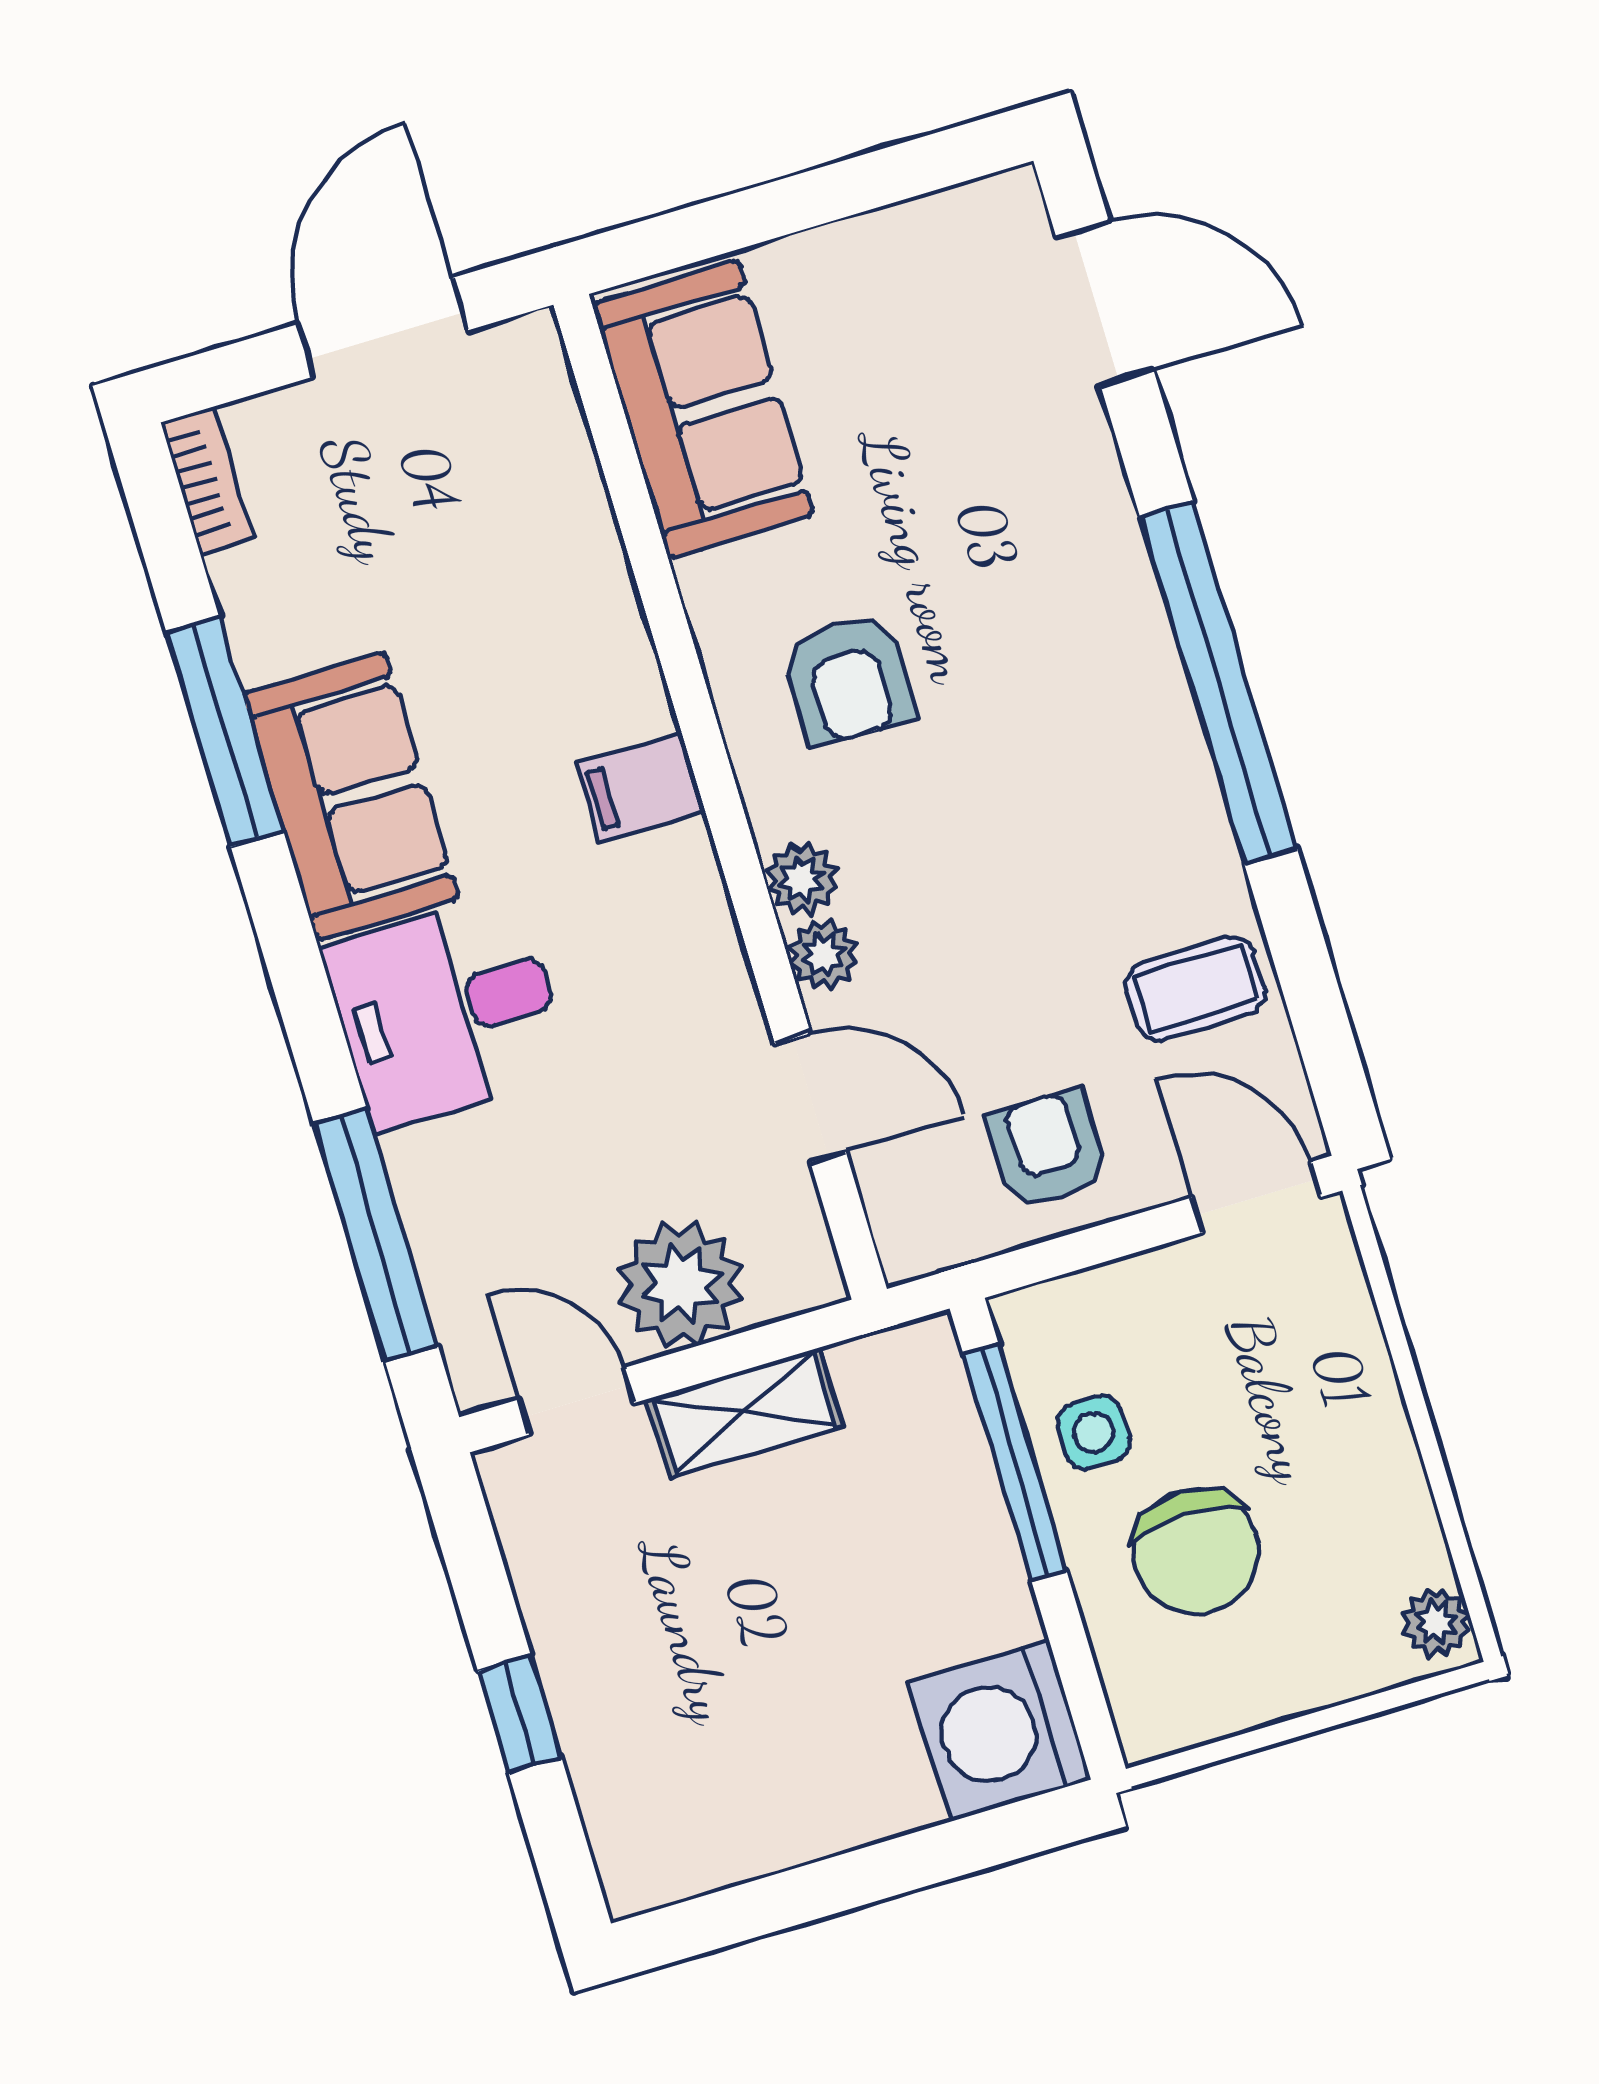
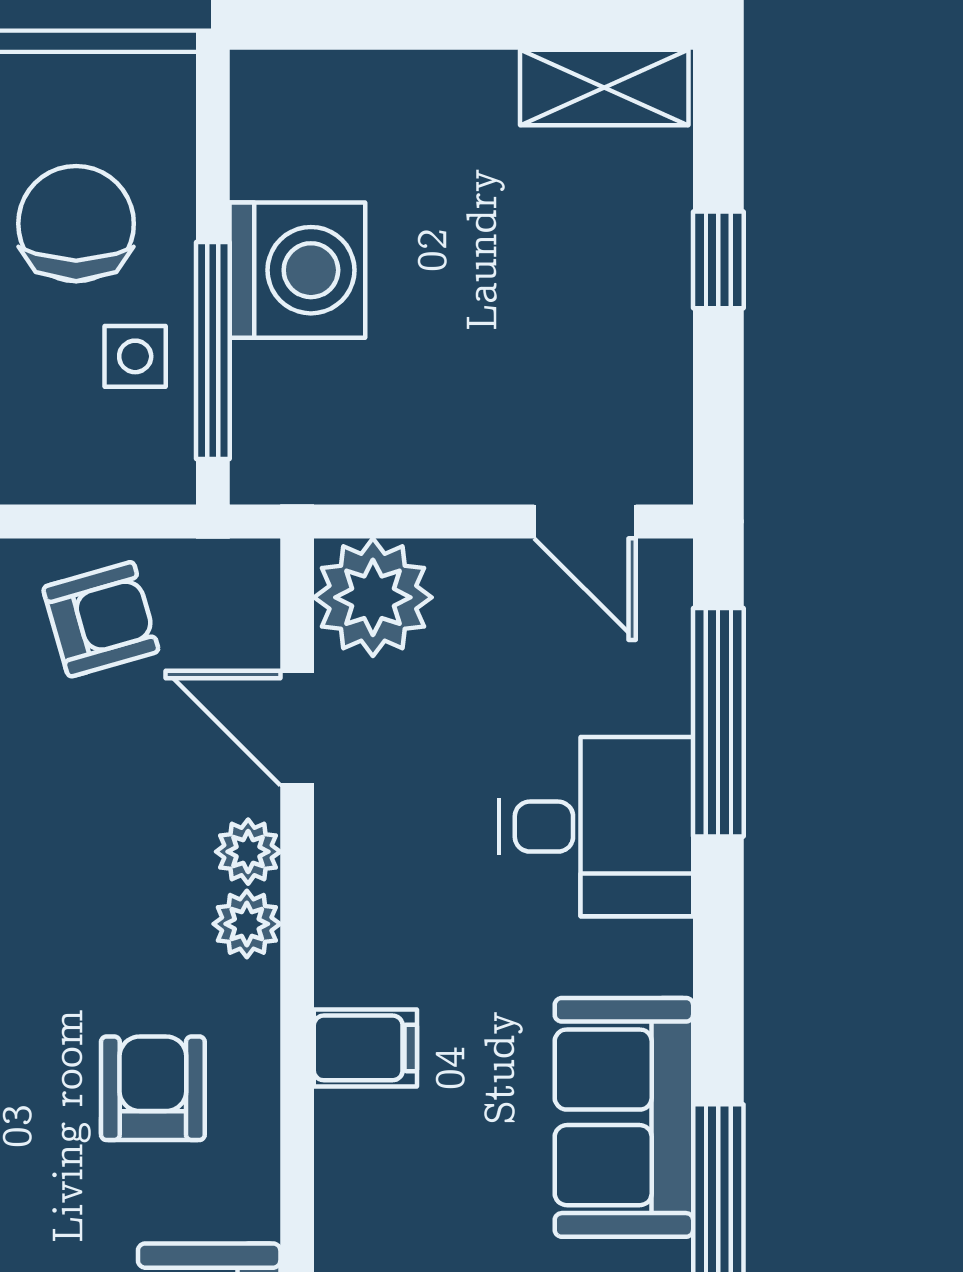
desk: (447, 1011) -> (596, 827), moved
armchair: (1047, 1149) -> (101, 619), turned -106
plant: (681, 1284) -> (373, 597), moved
shelving: (745, 1412) -> (604, 87), moved
washing machine: (1000, 1731) -> (297, 270), moved

